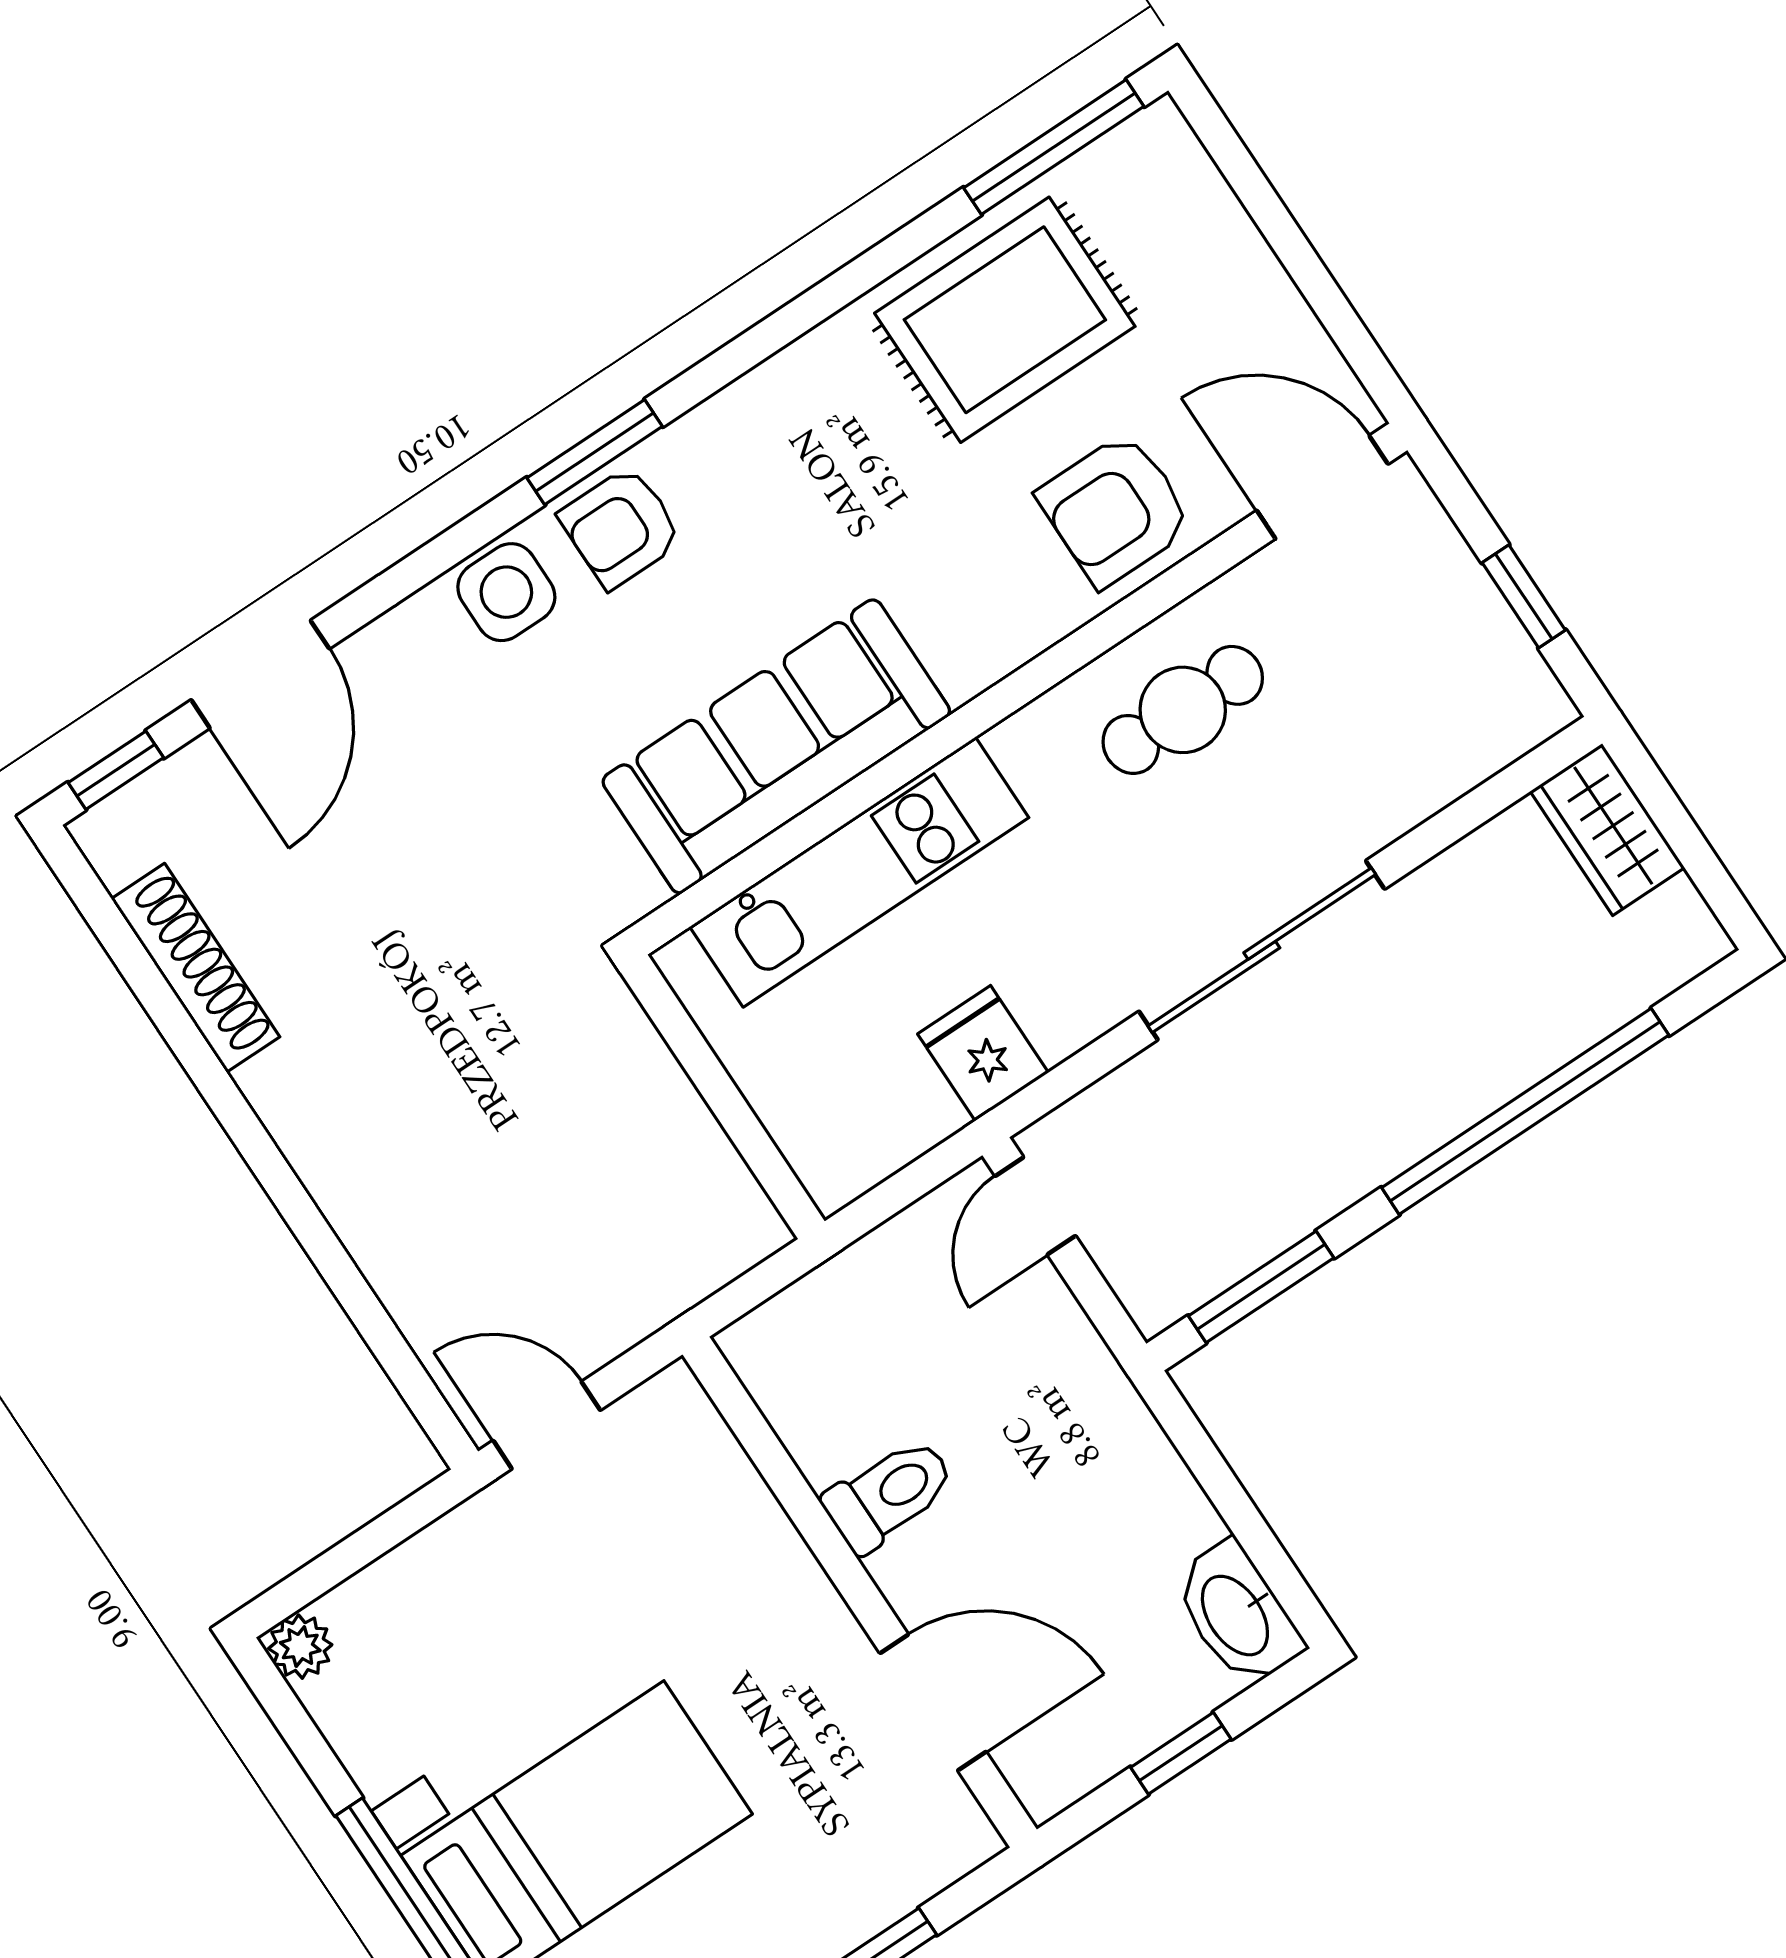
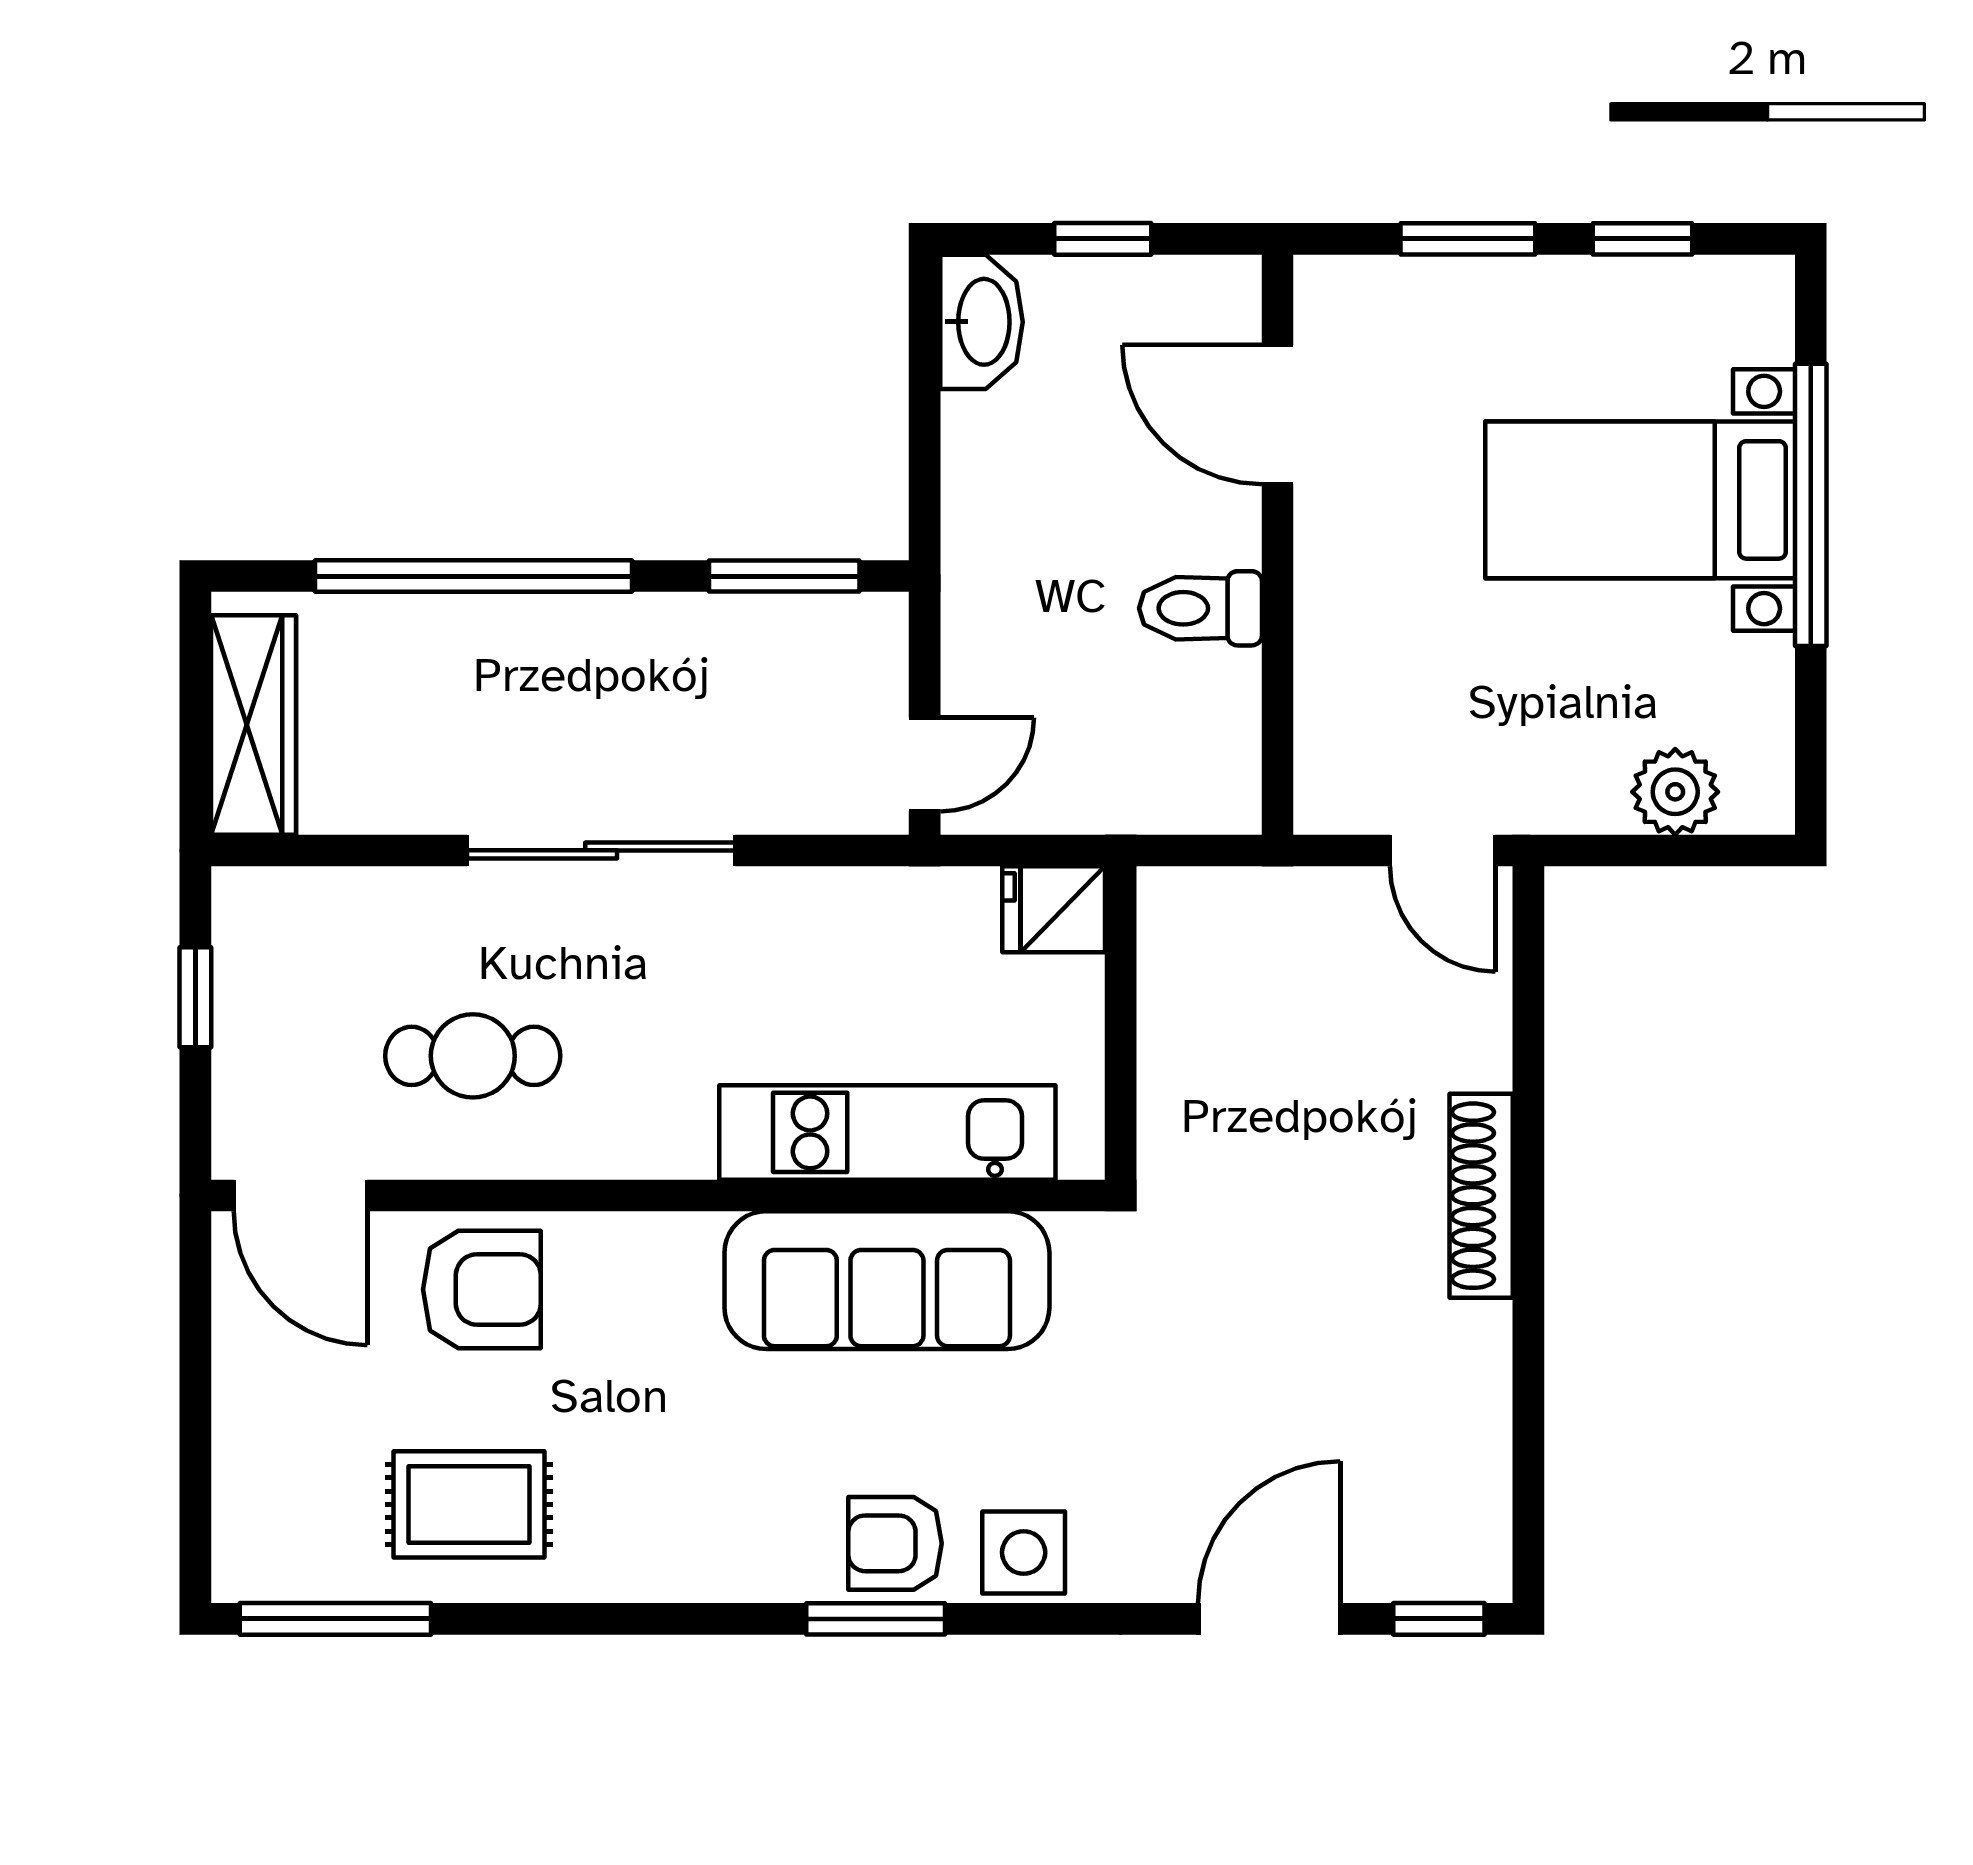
rug: (1005, 320) -> (469, 1504), width x0.73, depth x0.70
armchair: (621, 527) -> (895, 1543), turned 180
cafe table: (1183, 710) -> (473, 1056), moved
wardrobe: (1607, 829) -> (254, 725), width x1.50
shoe rack: (195, 968) -> (1481, 1196), moved
fridge: (983, 1053) -> (1054, 909), moved, turned 90
plant: (300, 1647) -> (1675, 792), moved, width x1.38, depth x1.38

